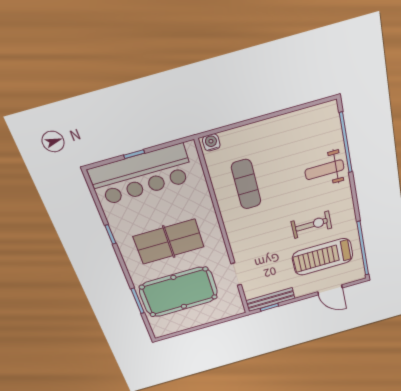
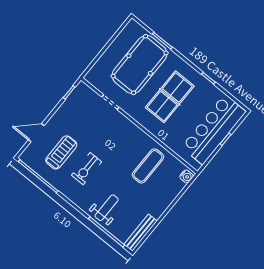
exercise mat: (246, 184) -> (148, 166), turned 90
treadmill: (323, 257) -> (61, 152), width x0.73, depth x0.73
bench: (270, 300) -> (141, 233), moved

